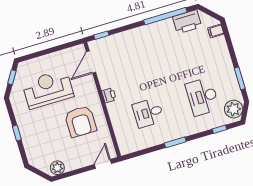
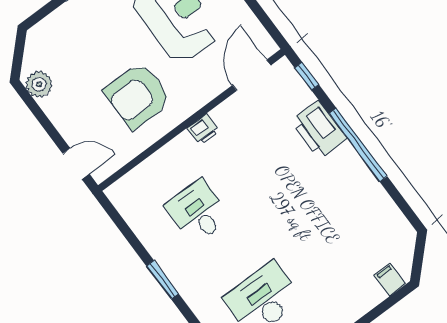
window: (165, 16) -> (358, 145), moved
printer: (187, 22) -> (319, 130), moved
door: (91, 62) -> (252, 75), hinge flipped

